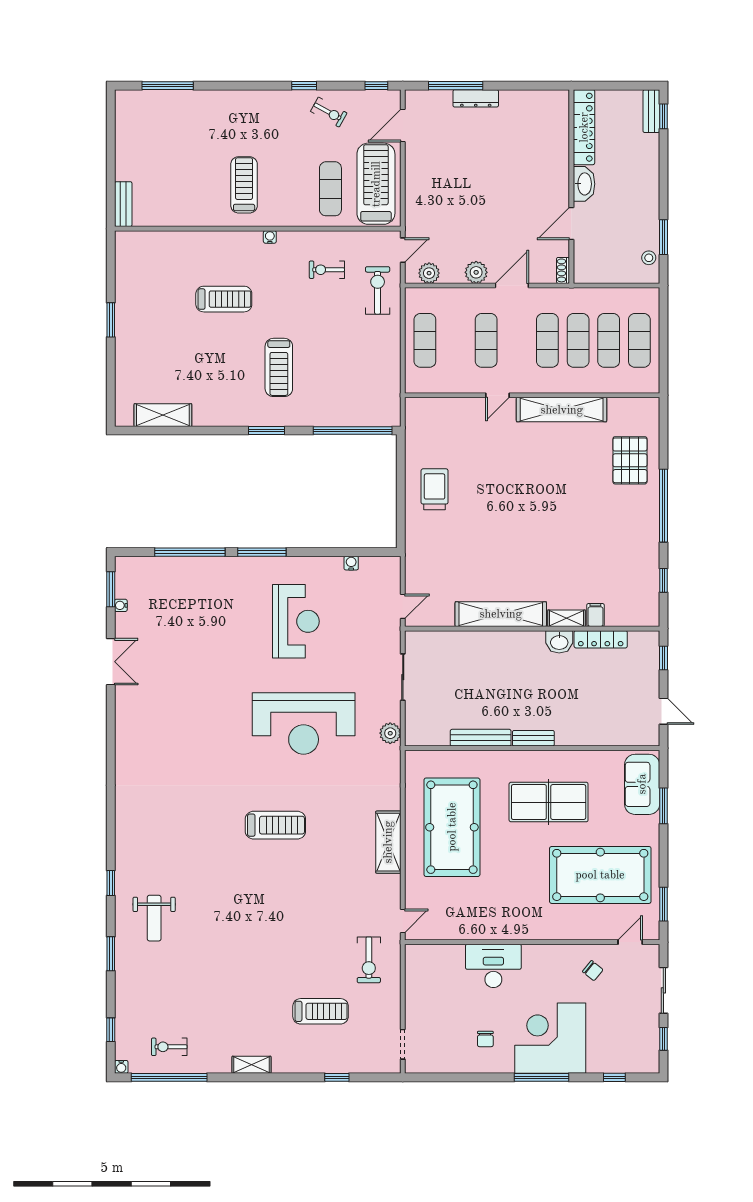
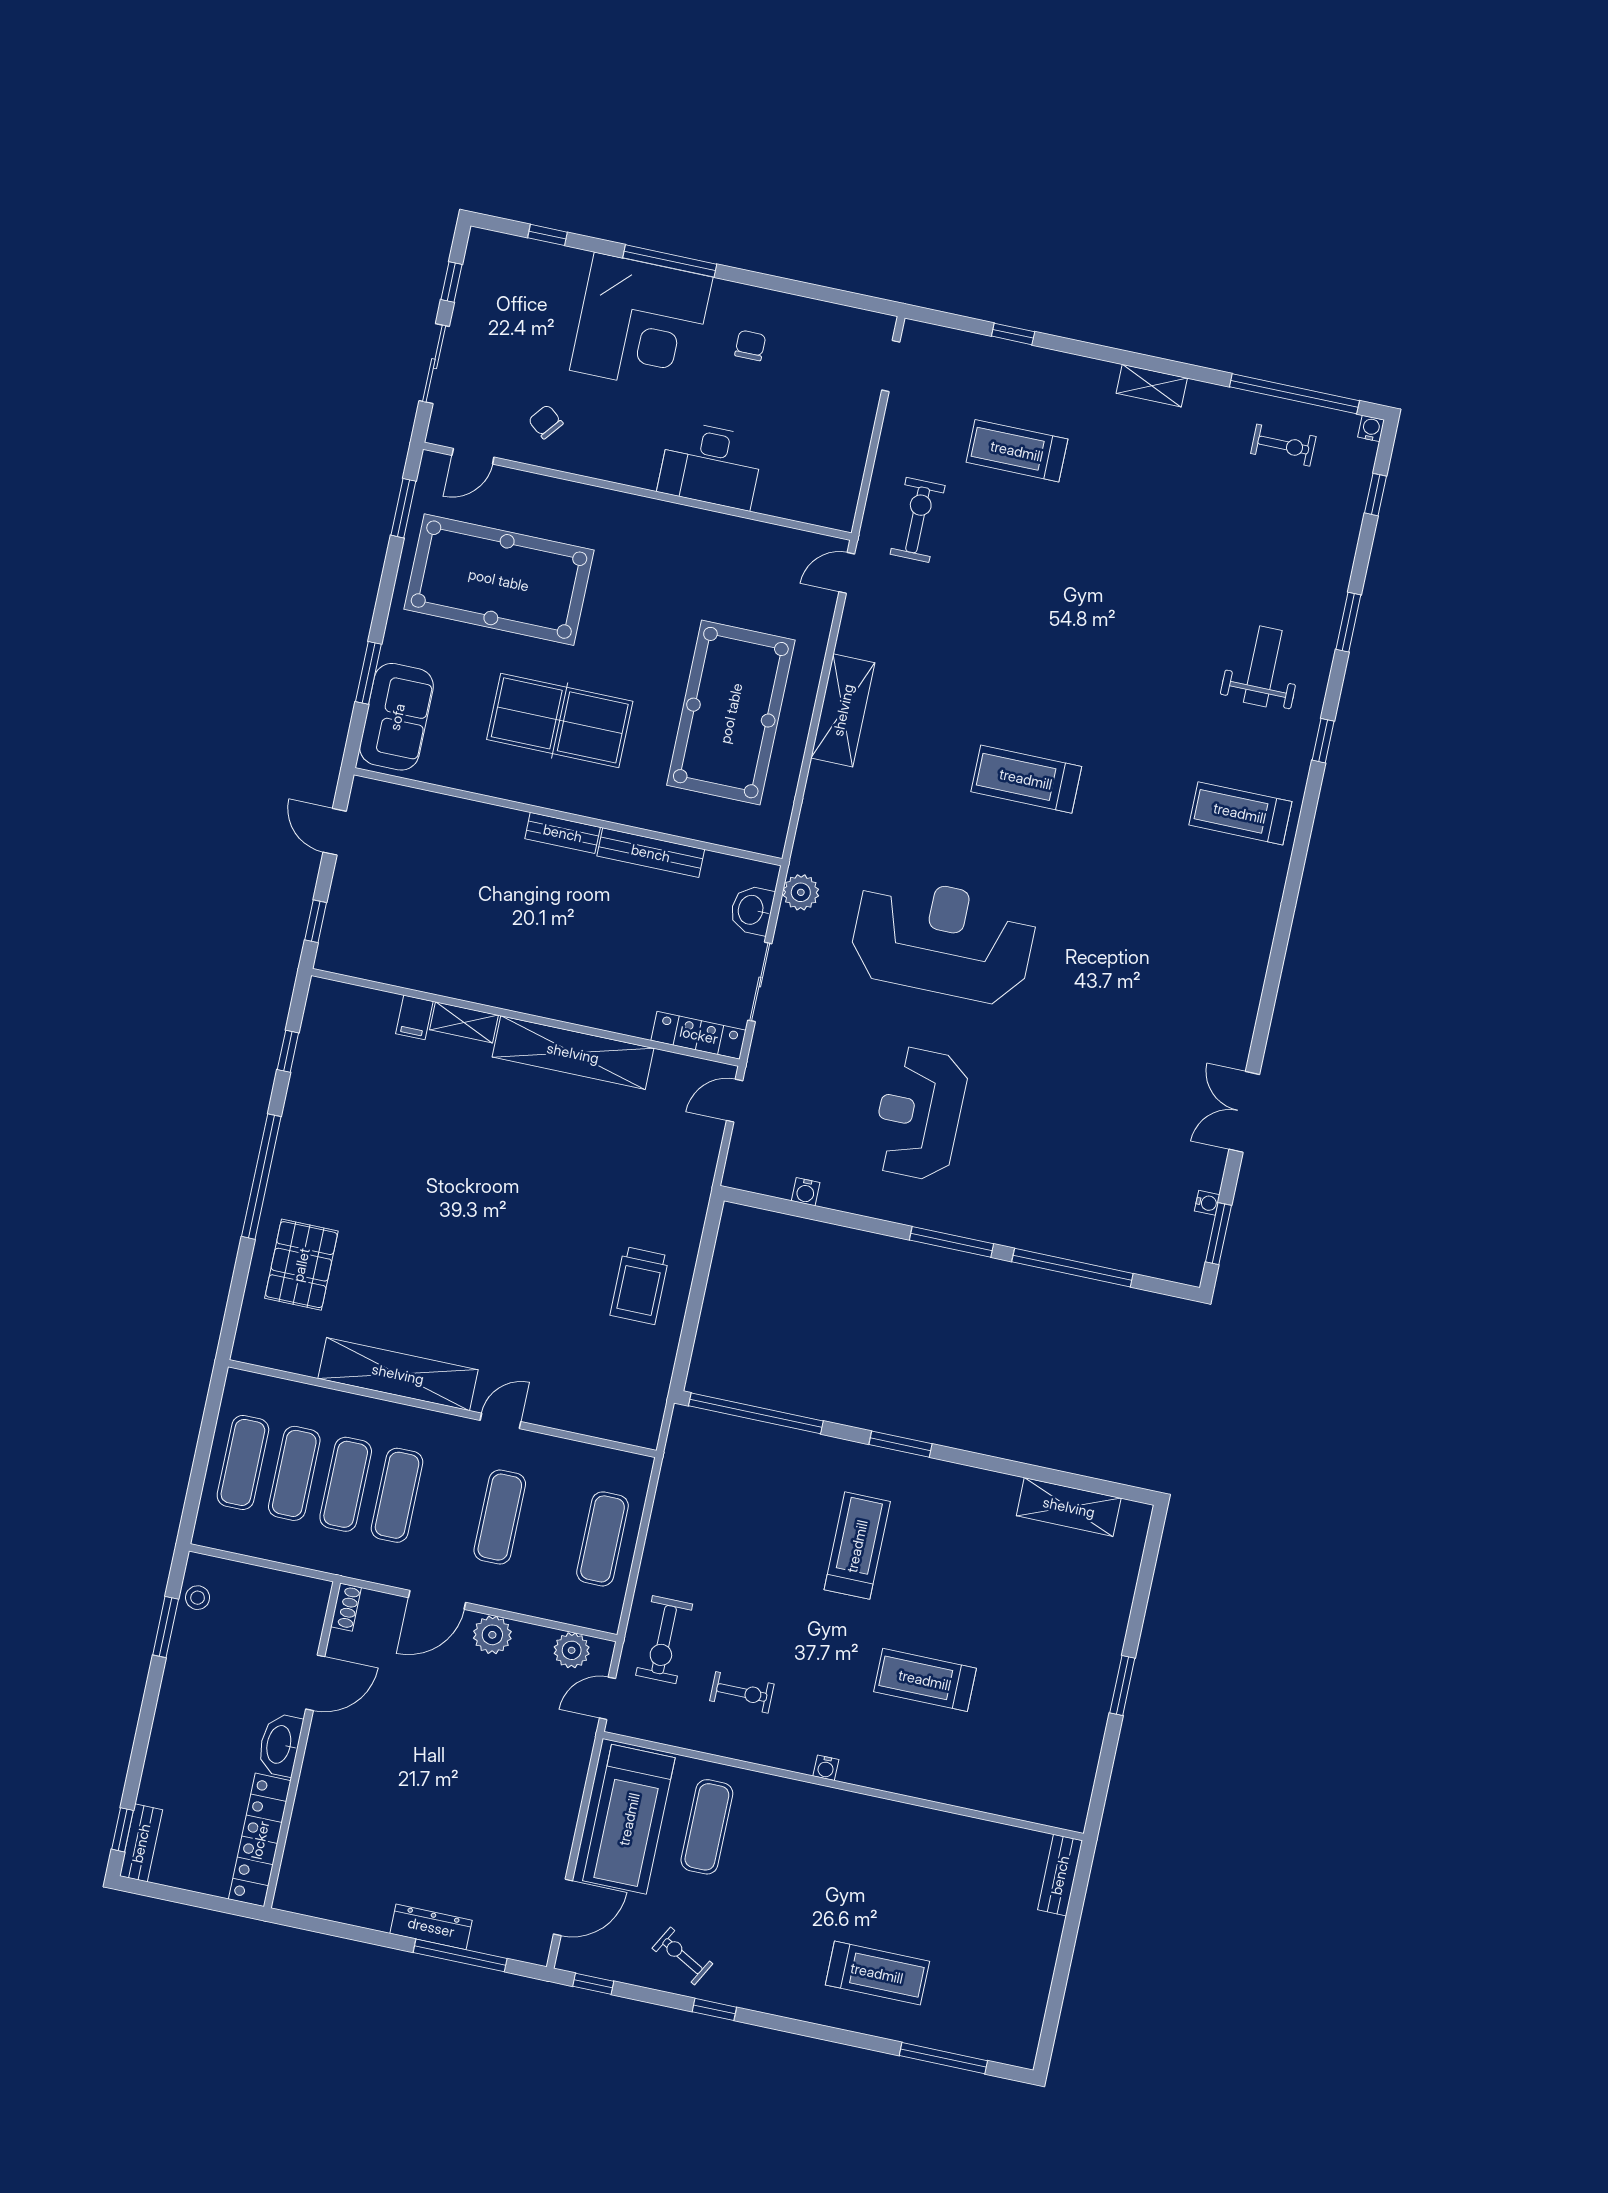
treadmill: (244, 185) -> (877, 1973), moved, turned -90
locker: (601, 639) -> (699, 1035), moved
washbasin: (559, 642) -> (752, 910), moved, turned -90
treadmill: (149, 832) -> (1240, 813), added

